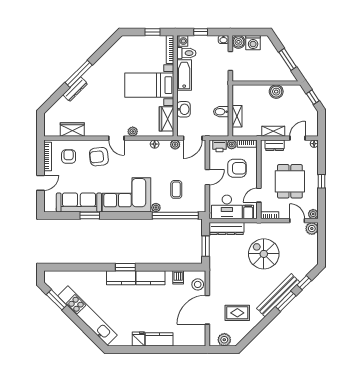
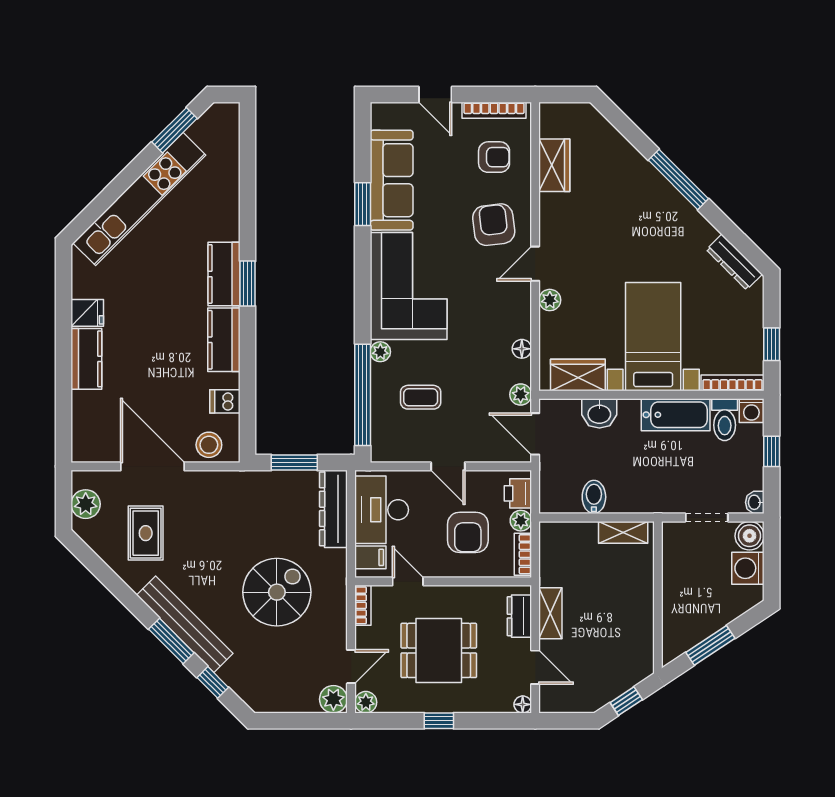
dresser: (75, 89) -> (734, 262), moved
boiler: (276, 92) -> (639, 620), removed
shelving: (237, 116) -> (623, 532), moved

